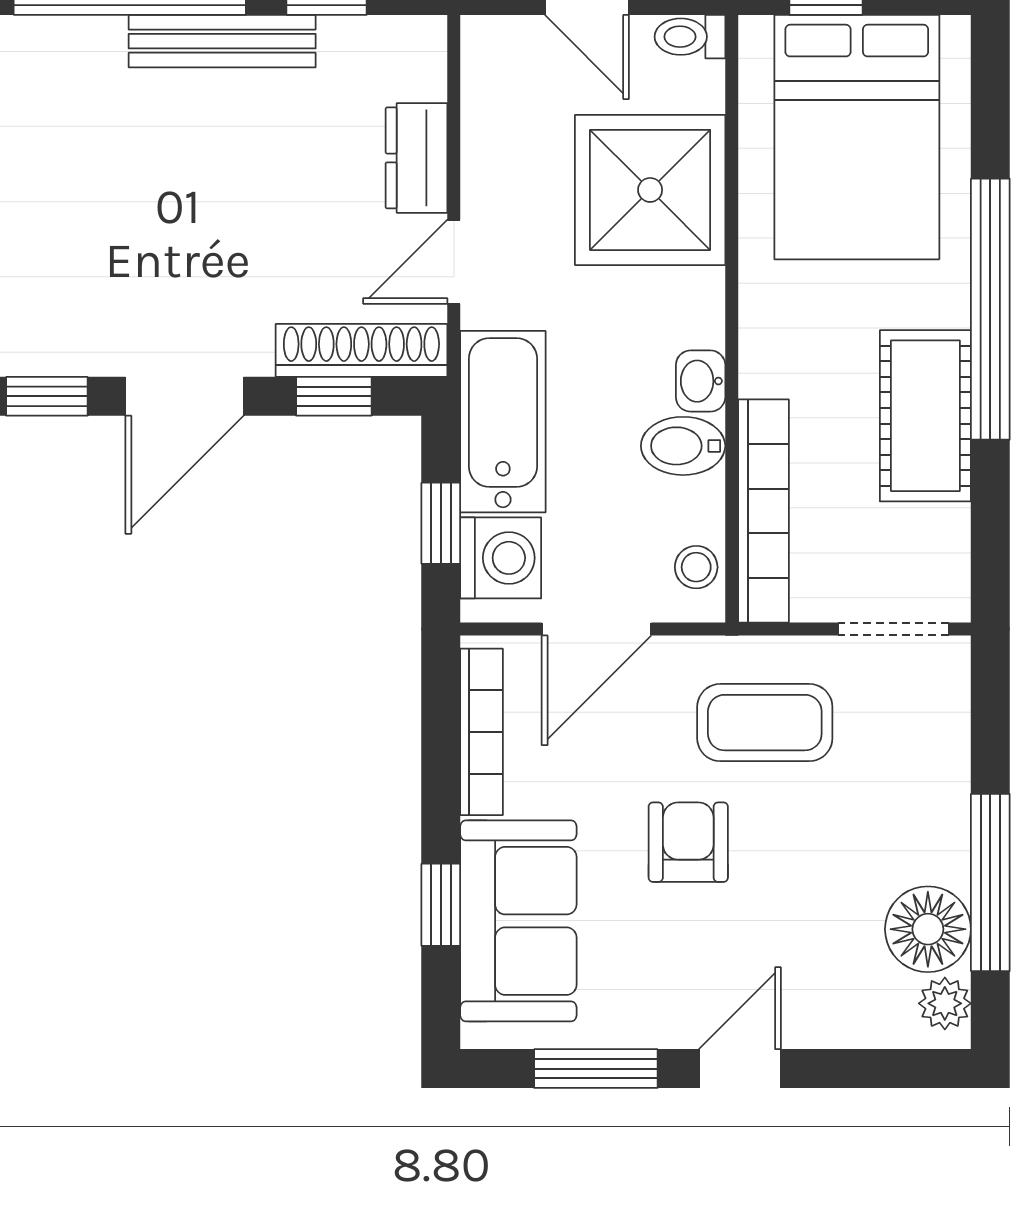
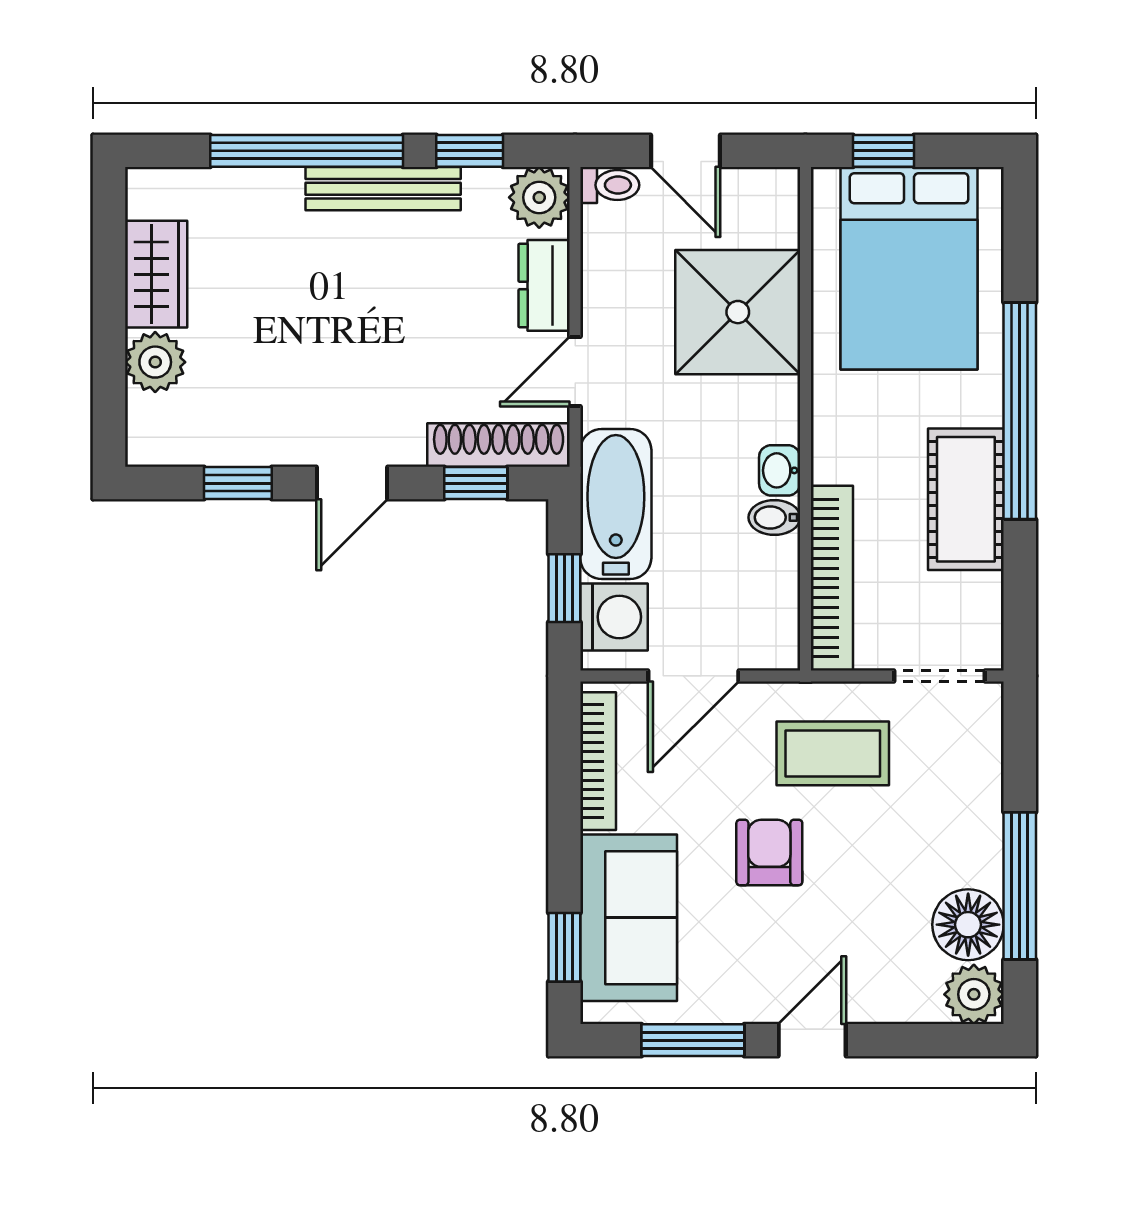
toilet: (690, 37) -> (610, 185), moved, turned 180
plant: (411, 52) -> (539, 197), added
door: (185, 396) -> (352, 483), width x0.73
bidet: (683, 446) -> (774, 517), width x0.72, depth x0.74
stool: (696, 567) -> (776, 625), removed
window: (441, 905) -> (564, 947), moved
plant: (945, 1003) -> (974, 994), width x1.38, depth x1.38

